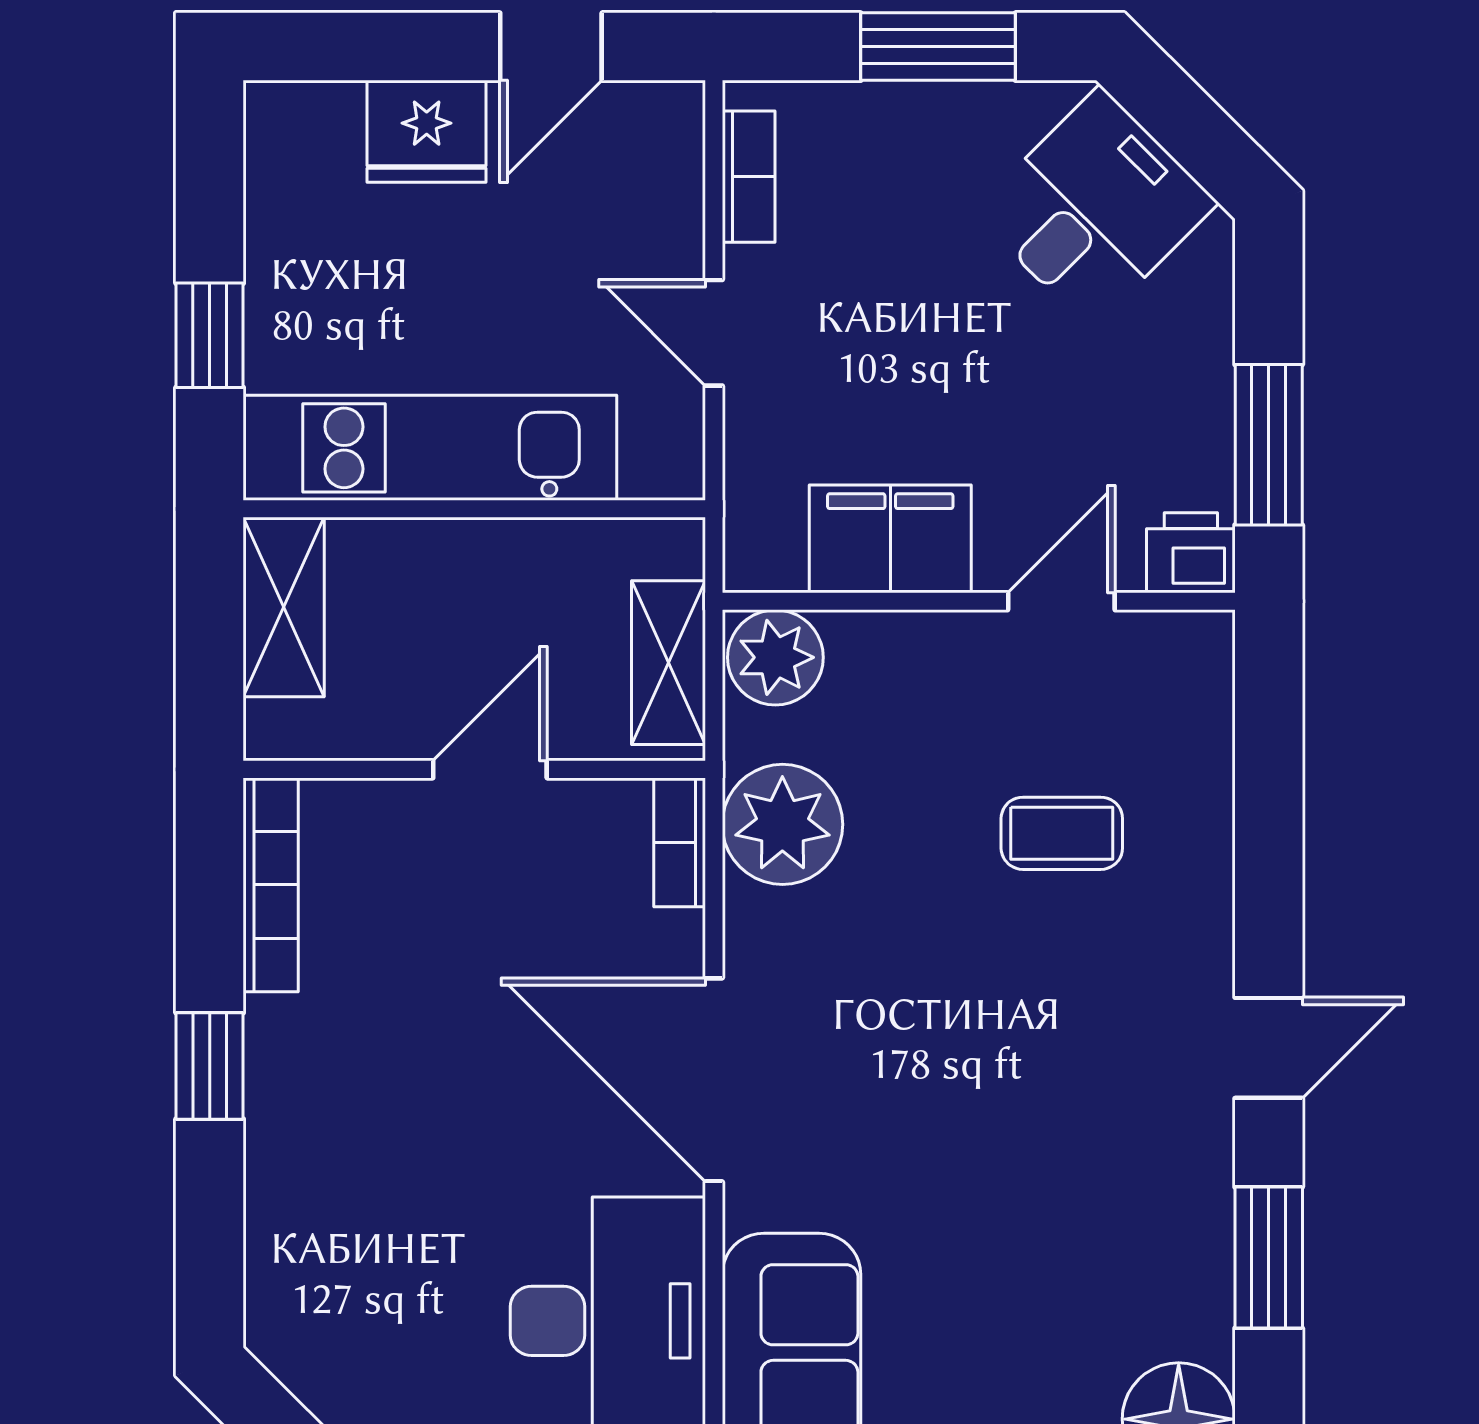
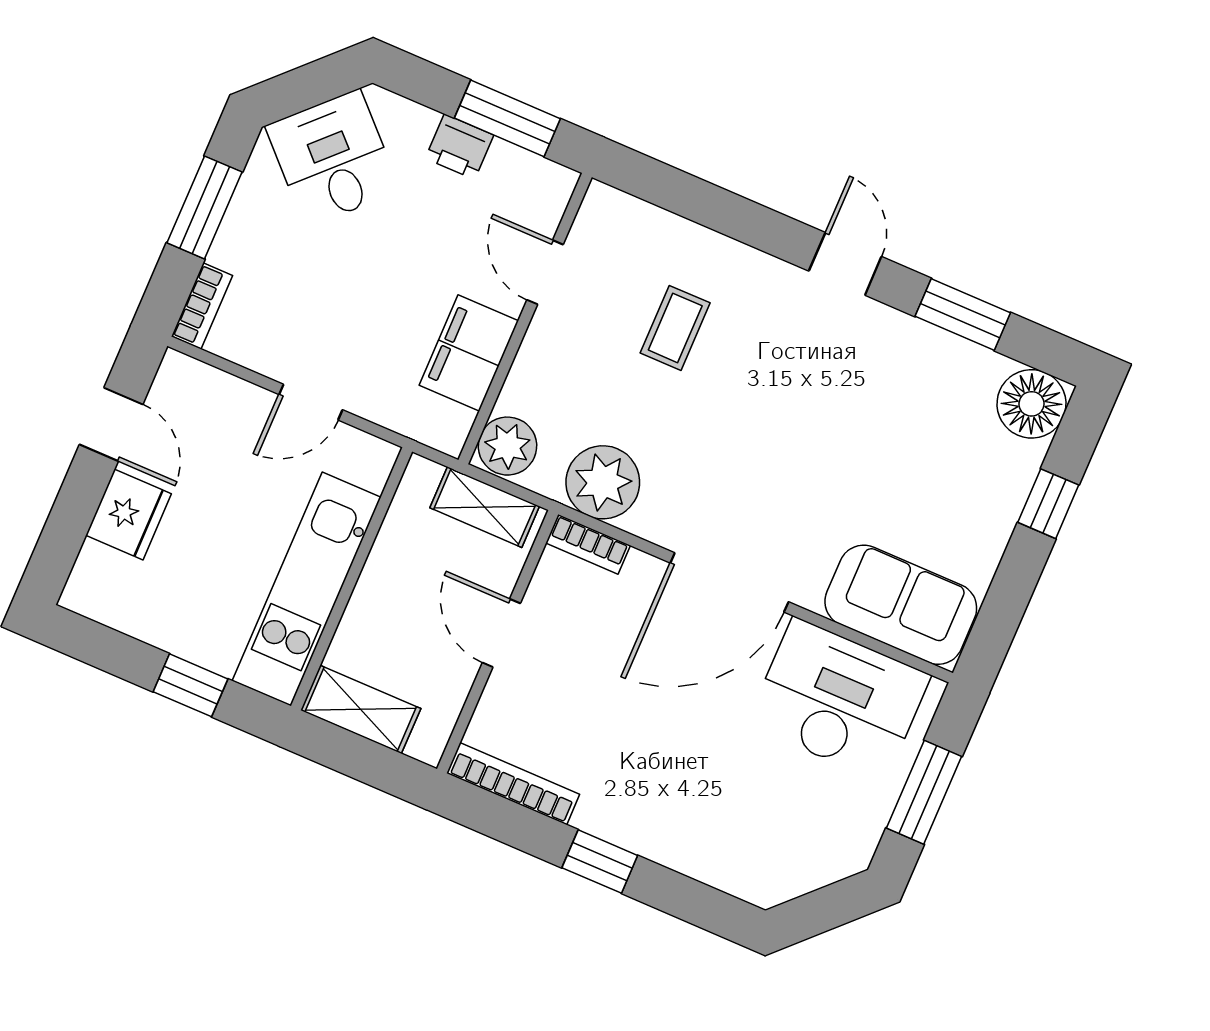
bookcase: (749, 177) -> (202, 306), moved, turned 90
printer: (1191, 553) -> (459, 147), moved, turned -90

